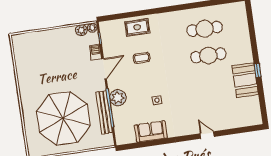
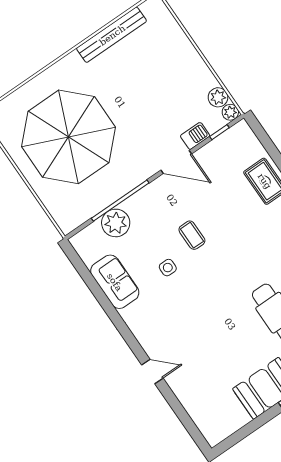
coffee table: (142, 58) -> (192, 235), moved
plant: (118, 98) -> (116, 223), moved
bench: (104, 112) -> (112, 35), moved
door: (207, 135) -> (152, 371), hinge flipped

